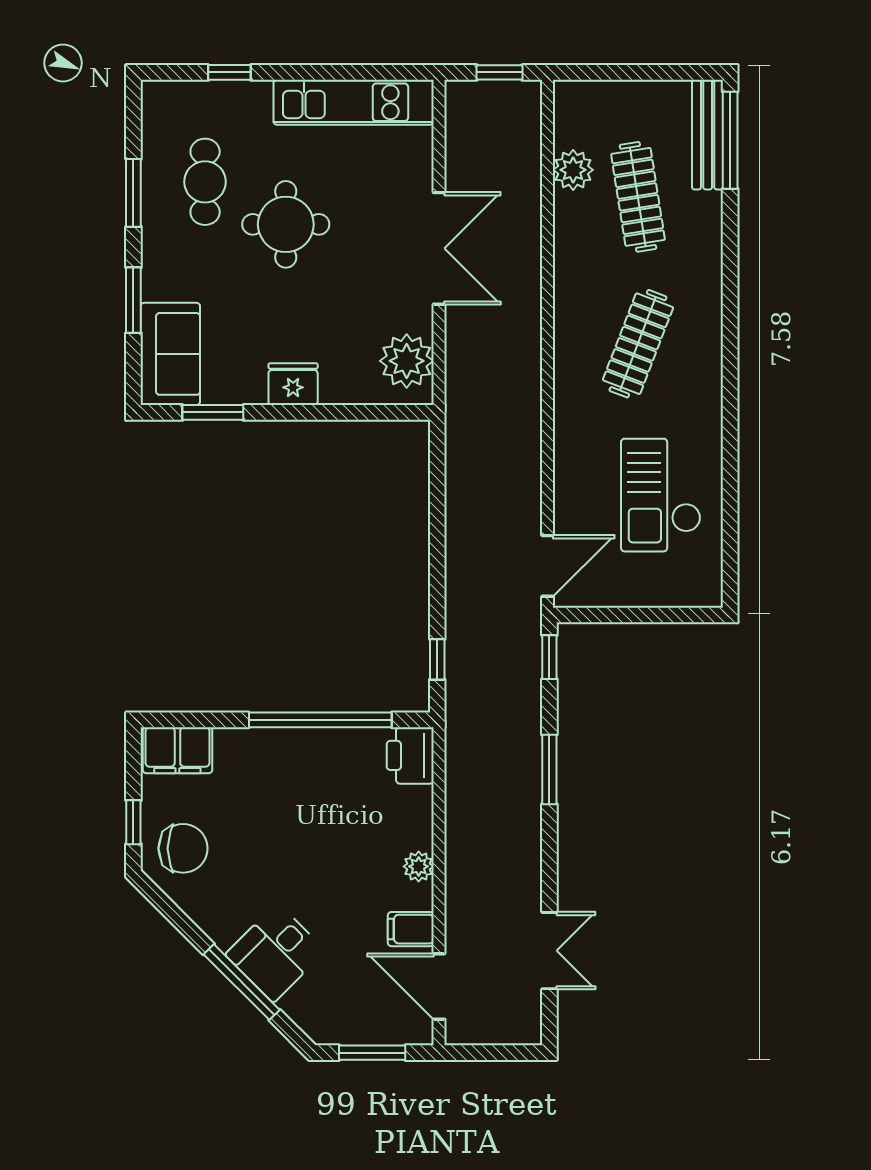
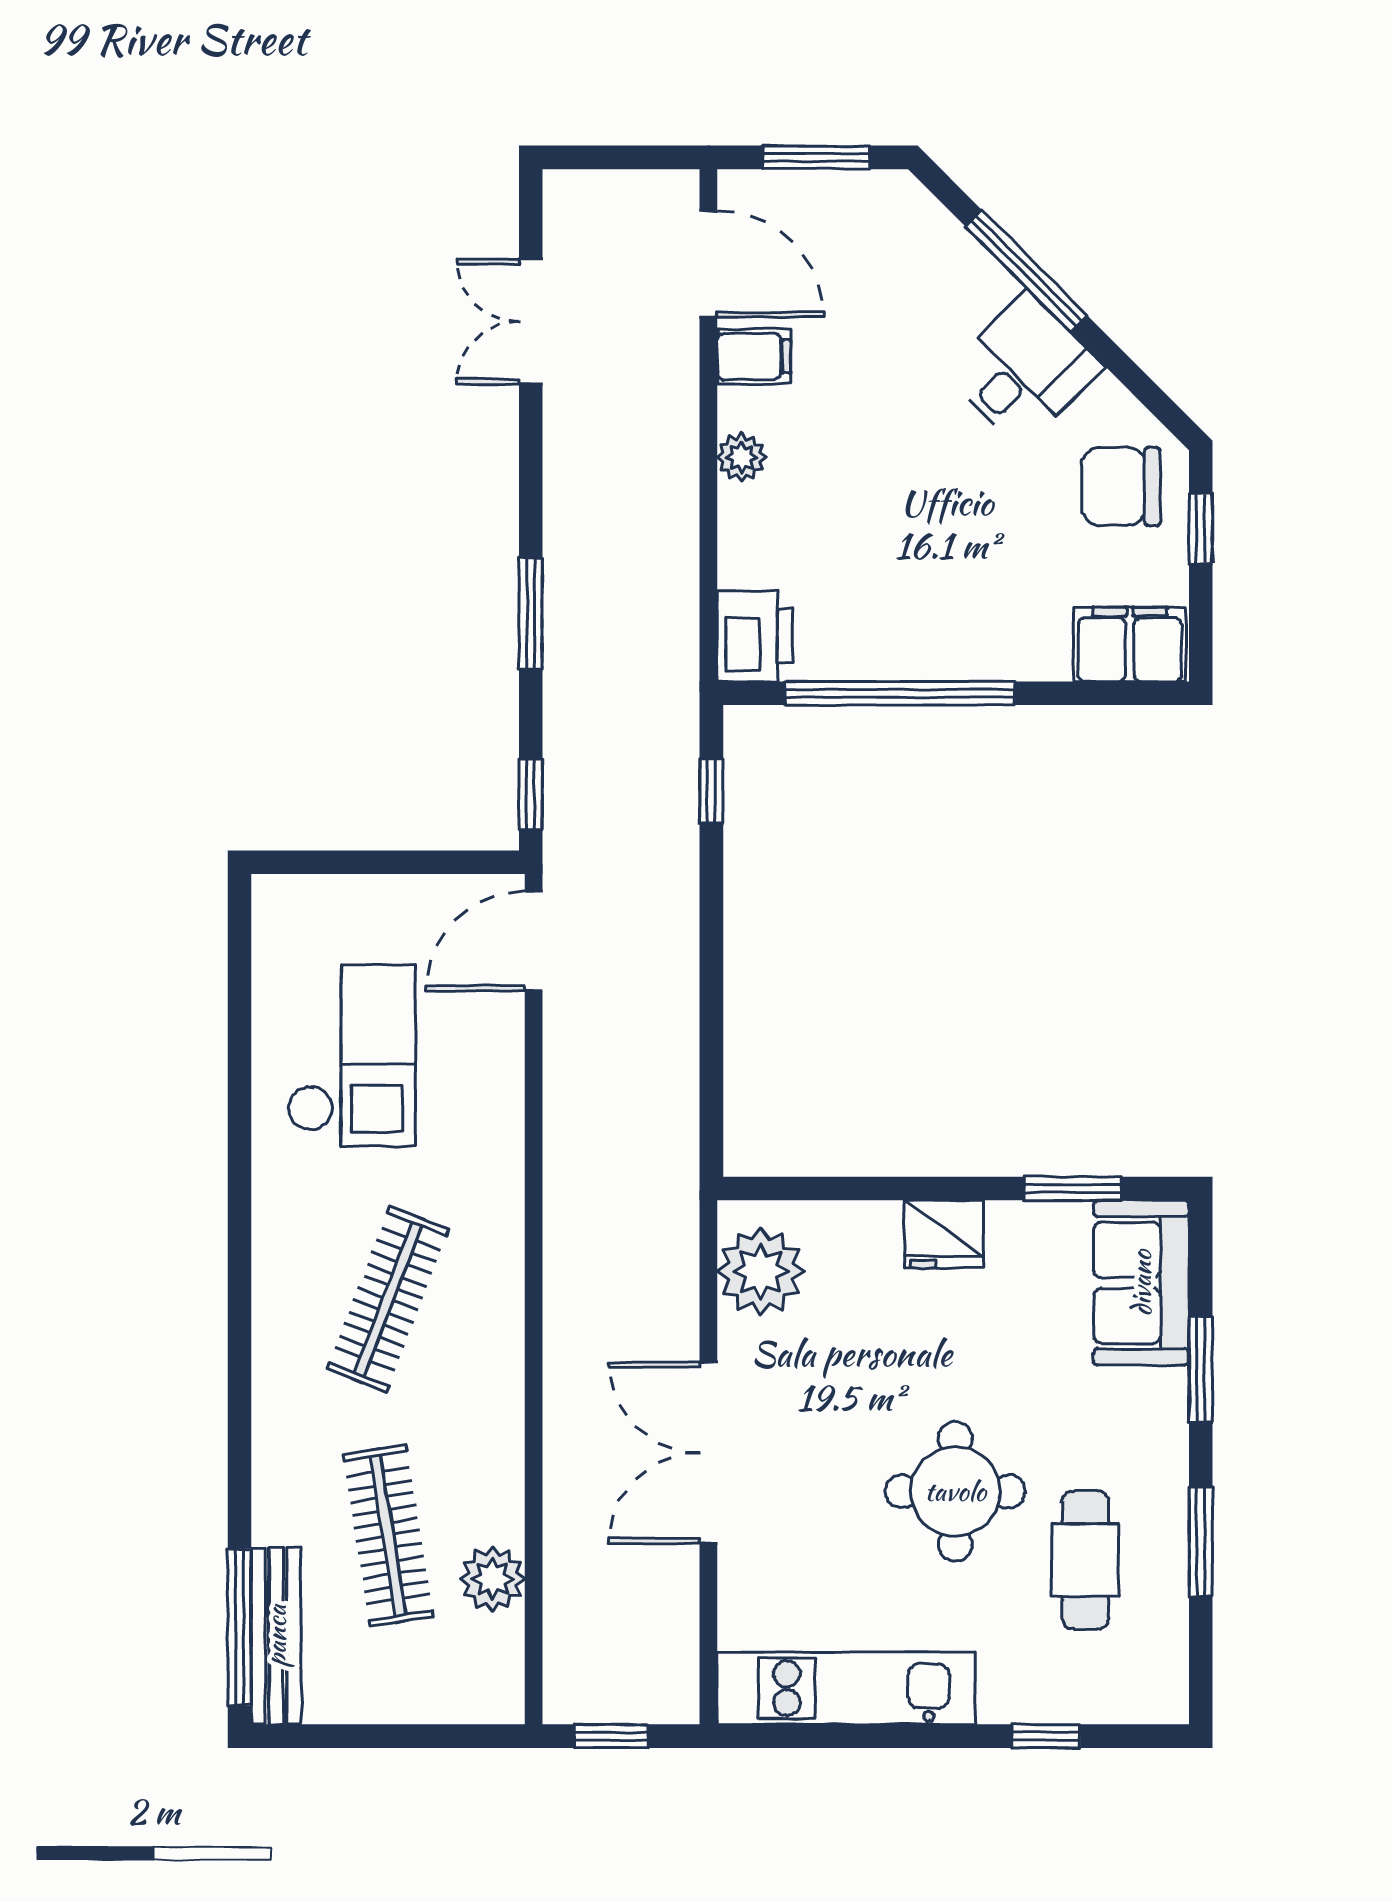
desk: (275, 953) -> (1024, 370), moved

